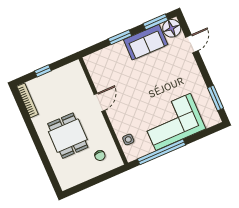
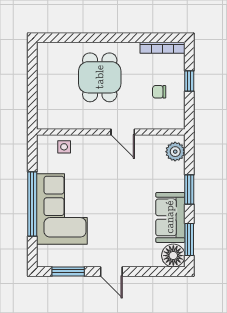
door: (192, 44) -> (111, 271), moved
plant: (97, 59) -> (175, 152), added
dining table: (68, 136) -> (100, 77), turned 90
window: (161, 152) -> (32, 204), moved
chair: (100, 156) -> (159, 92), moved

